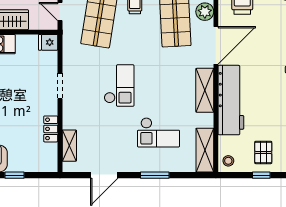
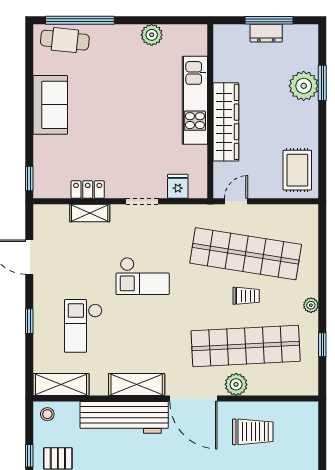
fridge: (48, 42) -> (178, 186), moved
shelving: (69, 146) -> (90, 213), moved
window: (14, 175) -> (29, 179), moved
window: (155, 175) -> (29, 321), width x0.67

